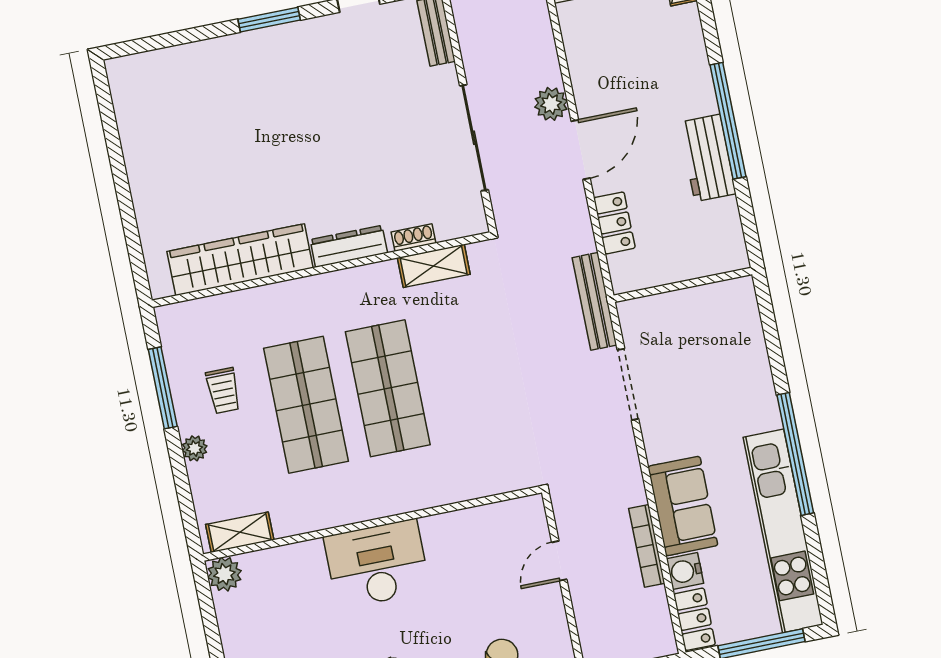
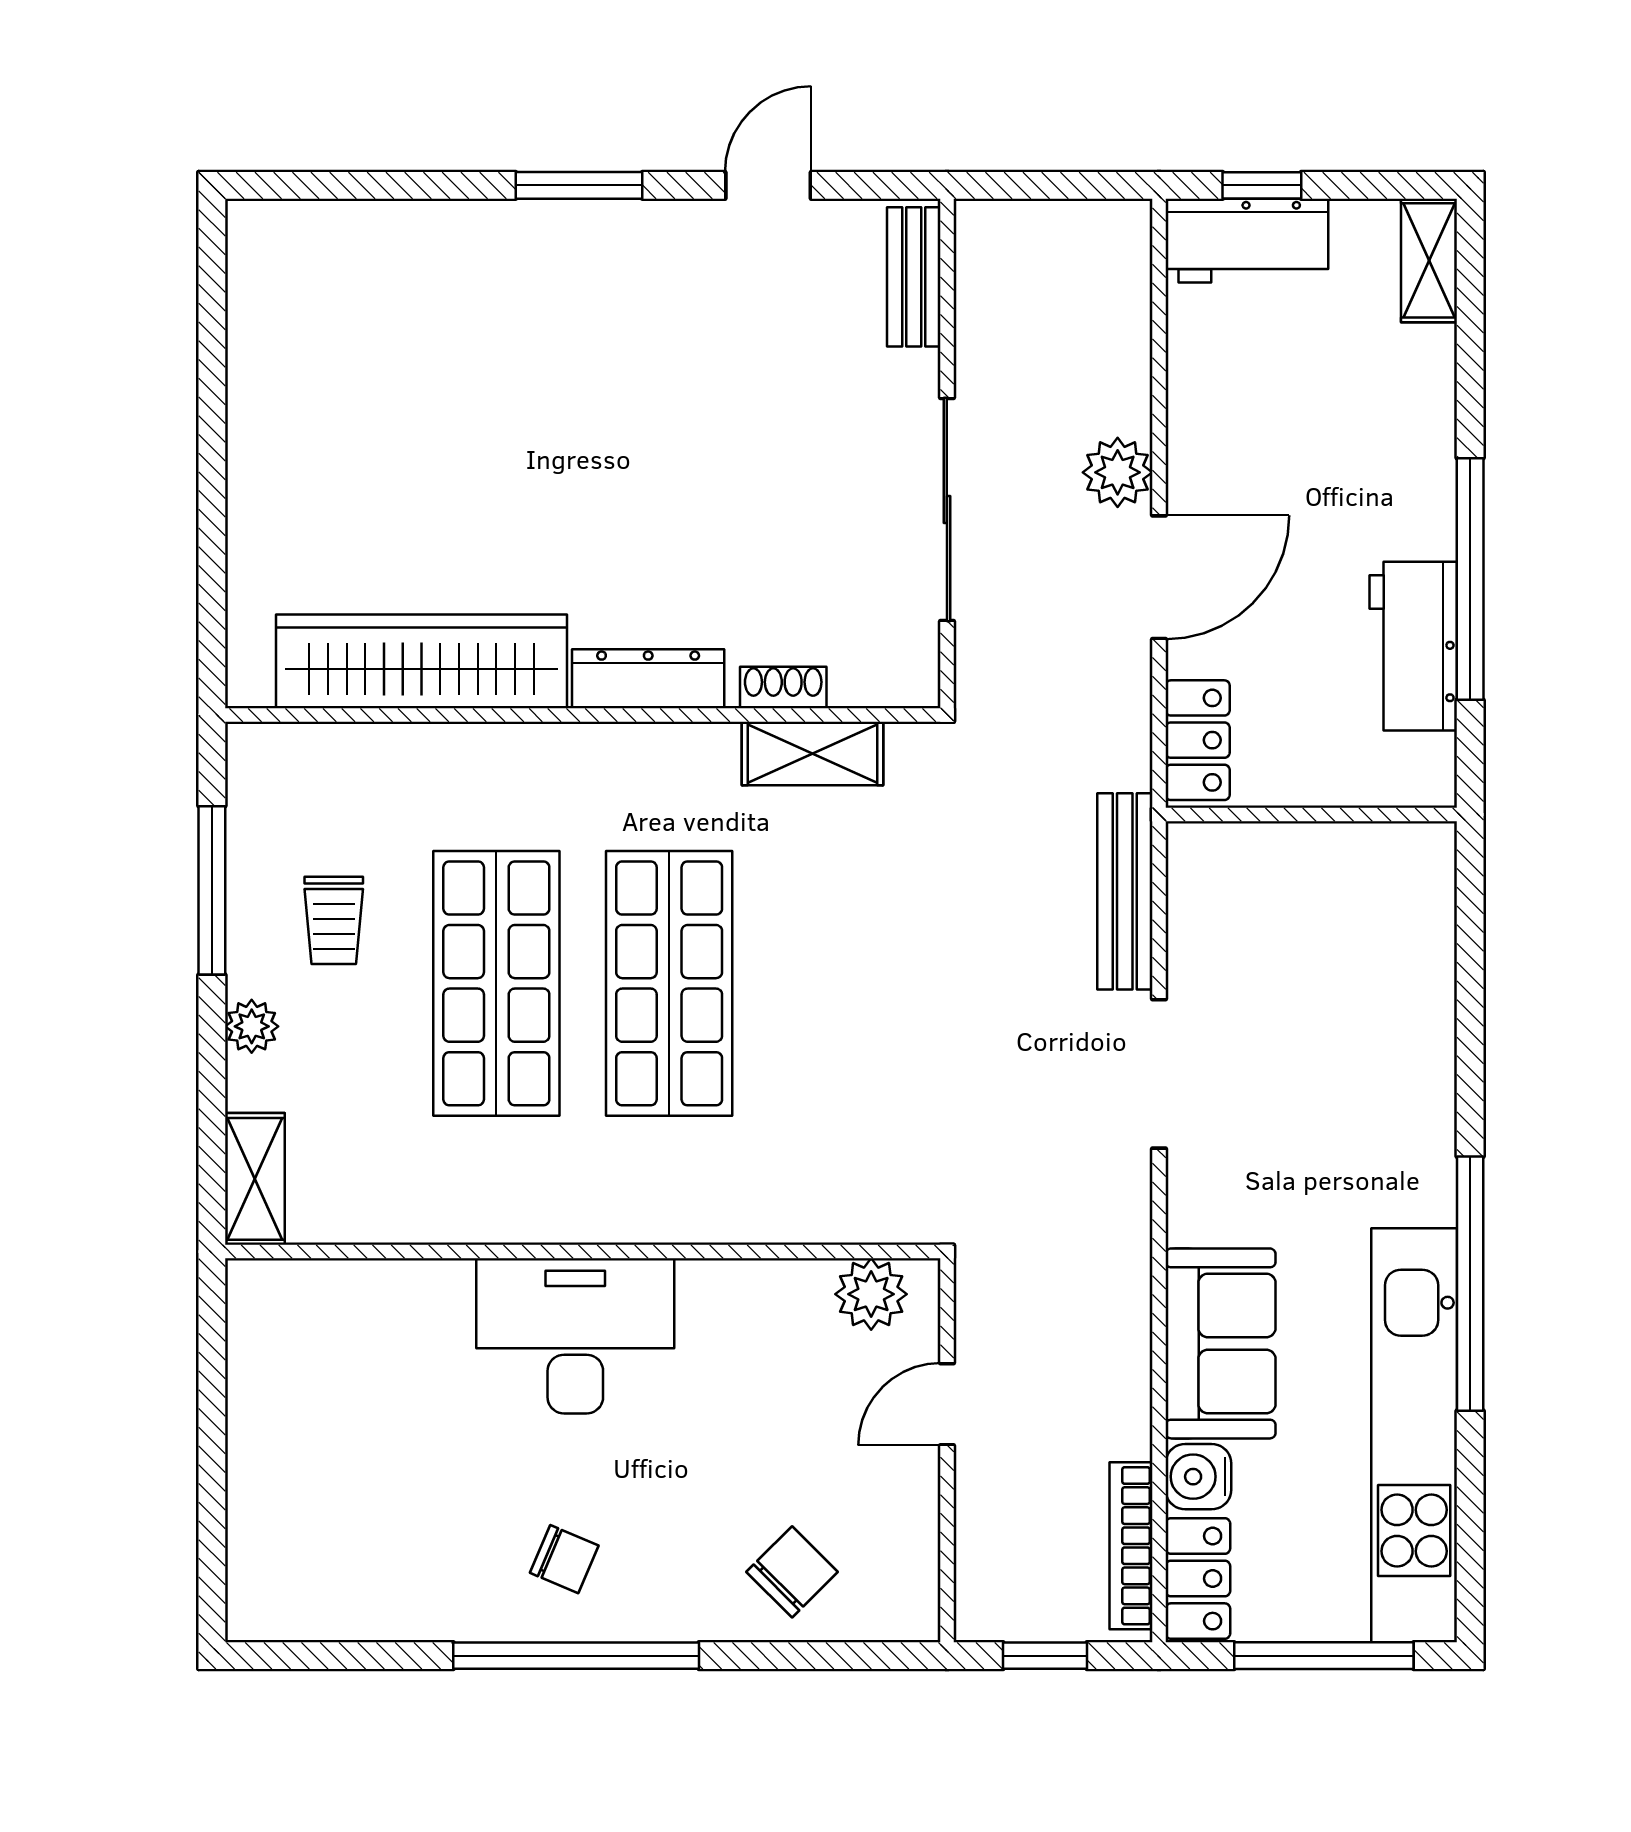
wall: (683, 285) -> (1311, 814), moved
shelving: (240, 532) -> (255, 1179), moved, turned 90
bookcase: (647, 546) -> (1131, 1546), moved
plant: (224, 574) -> (871, 1294), moved

